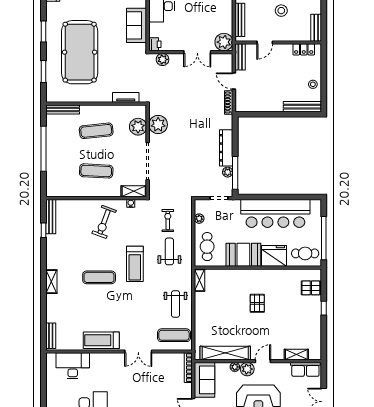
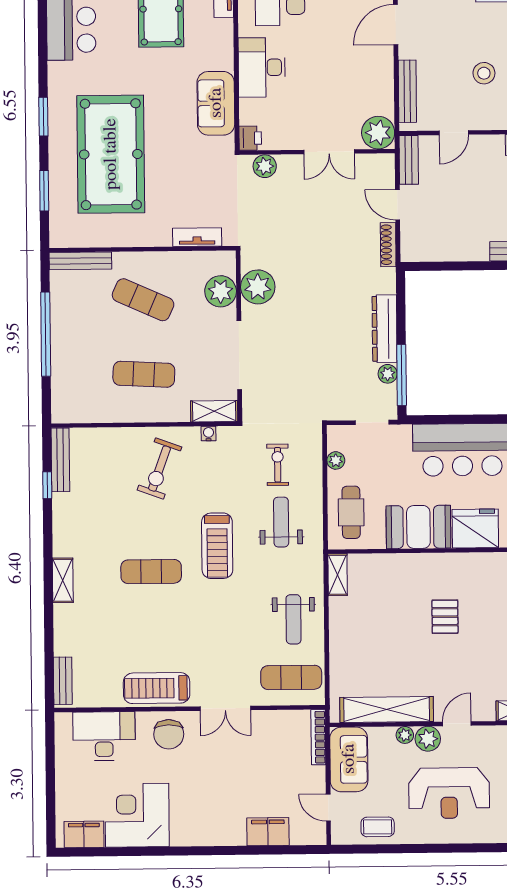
exercise mat: (96, 131) -> (143, 300), turned 30
chair: (108, 365) -> (169, 734), added

